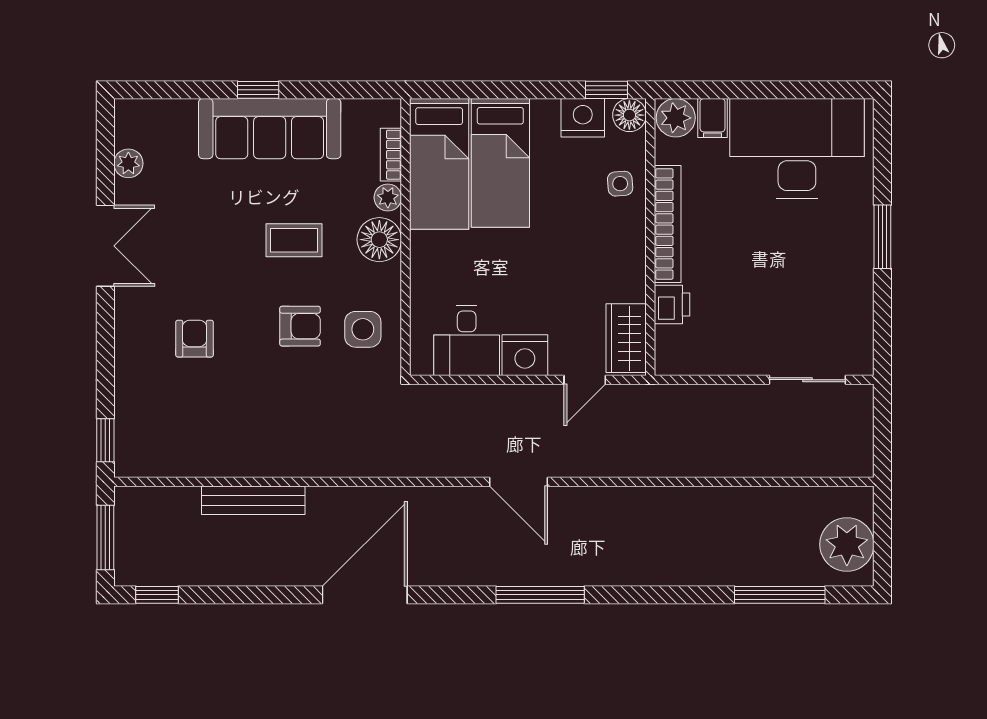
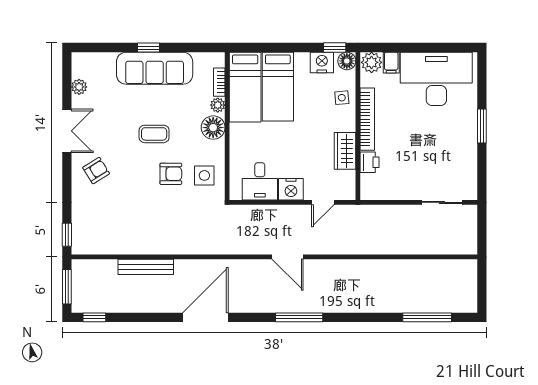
coffee table: (294, 240) -> (154, 134), moved
wardrobe: (626, 338) -> (345, 151), moved
armchair: (195, 339) -> (96, 171), moved, turned 58
plant: (847, 544) -> (463, 290), removed

